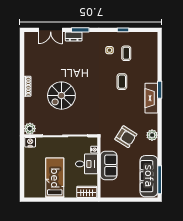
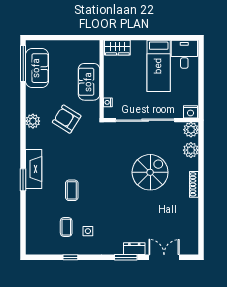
plant: (30, 113) -> (191, 150), added
desk: (86, 164) -> (184, 54), moved, turned 90
sofa: (149, 176) -> (37, 68), width x0.73

